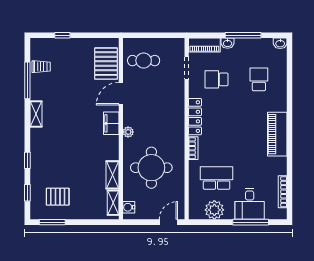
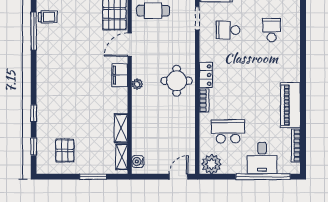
shelving: (36, 114) -> (42, 66), removed
locker: (195, 117) -> (206, 75), width x0.66
piano: (277, 134) -> (290, 105), moved
round table: (151, 168) -> (177, 81), moved, width x0.73, depth x0.73
pallet: (58, 197) -> (65, 150), turned 90
plant: (214, 210) -> (211, 164), moved
window: (52, 222) -> (93, 177), moved
window: (251, 222) -> (263, 177), width x1.46

